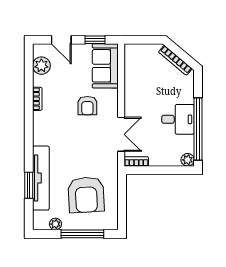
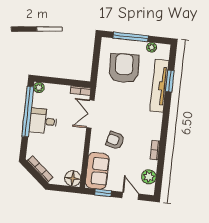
floor lamp: (134, 53) -> (73, 178), added
armchair: (87, 106) -> (115, 140), turned -76

